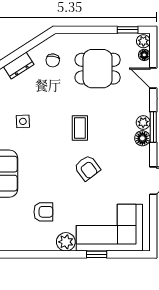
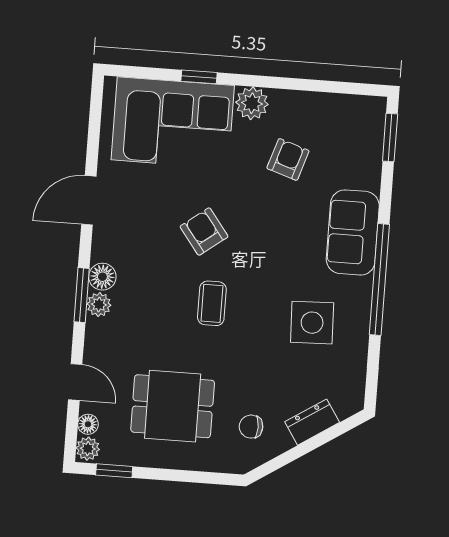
chair: (53, 60) -> (251, 427), turned -98
side table: (23, 121) -> (312, 323), width x1.87, depth x1.87
armchair: (43, 212) -> (288, 159), turned 108

